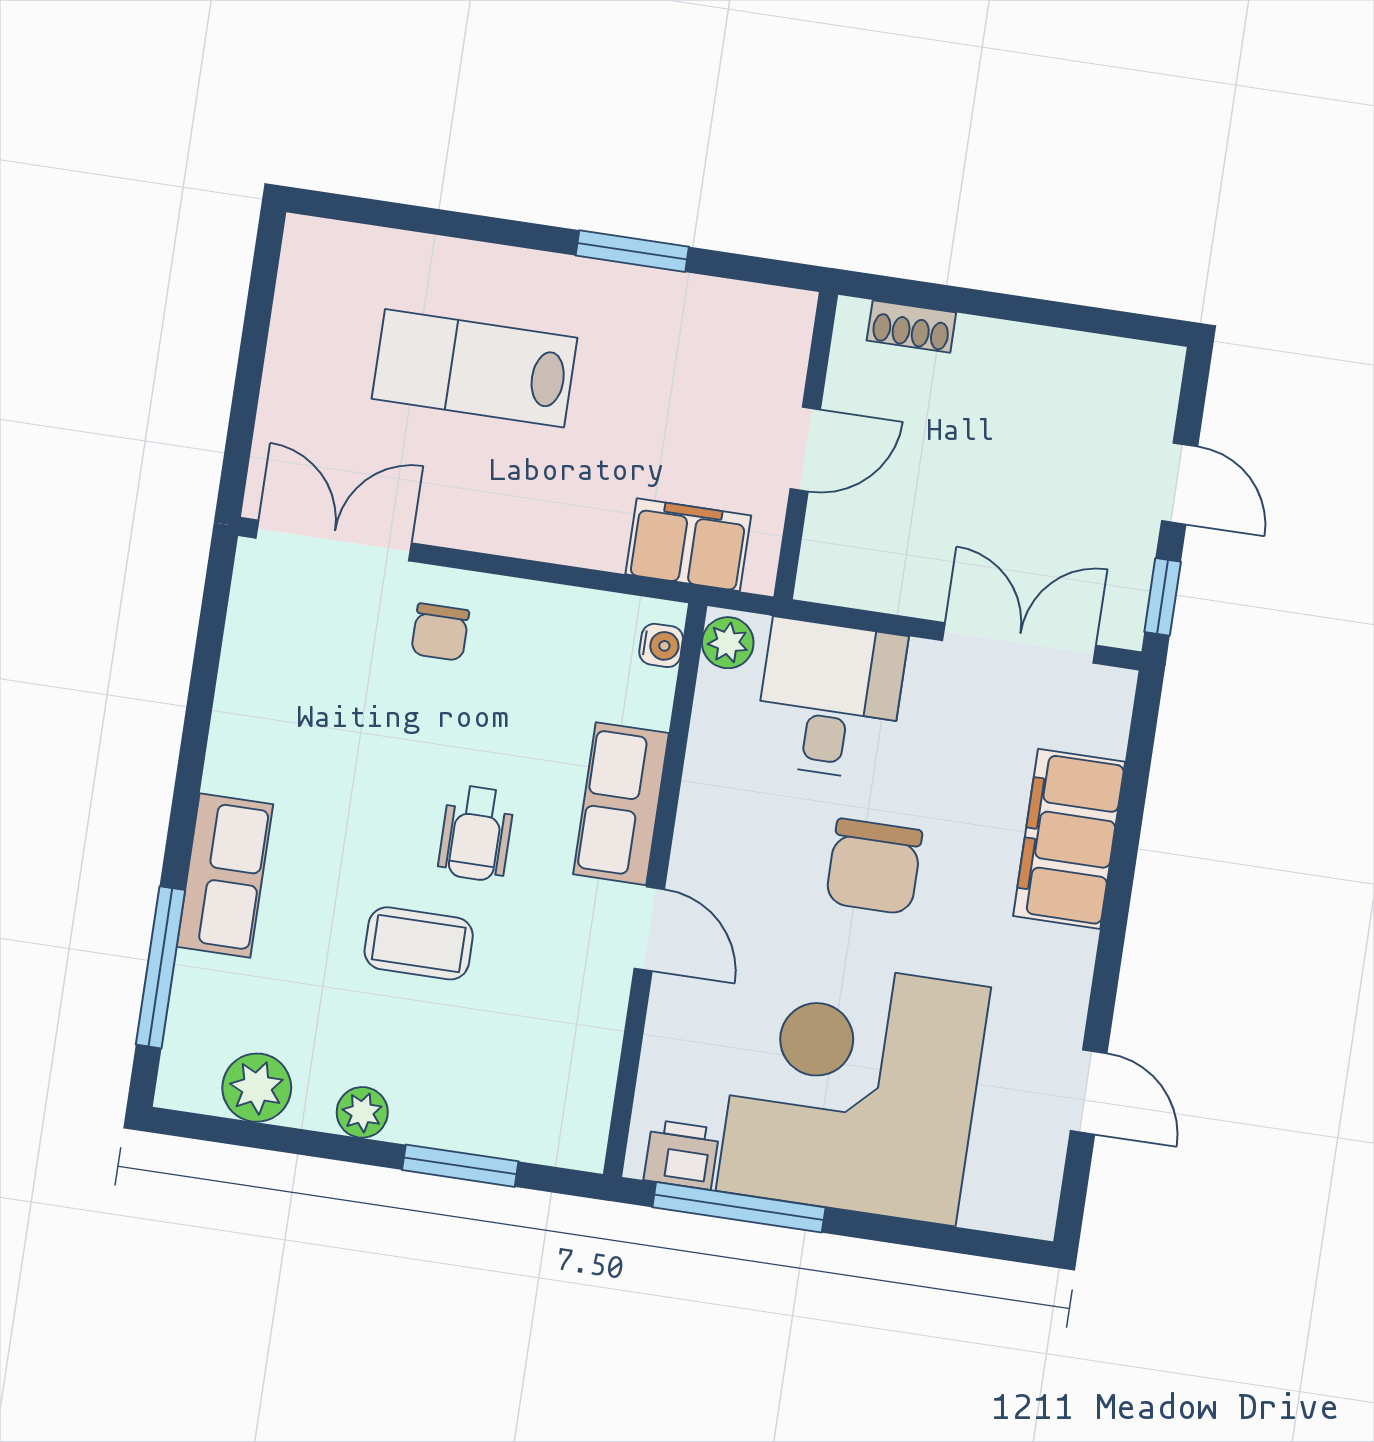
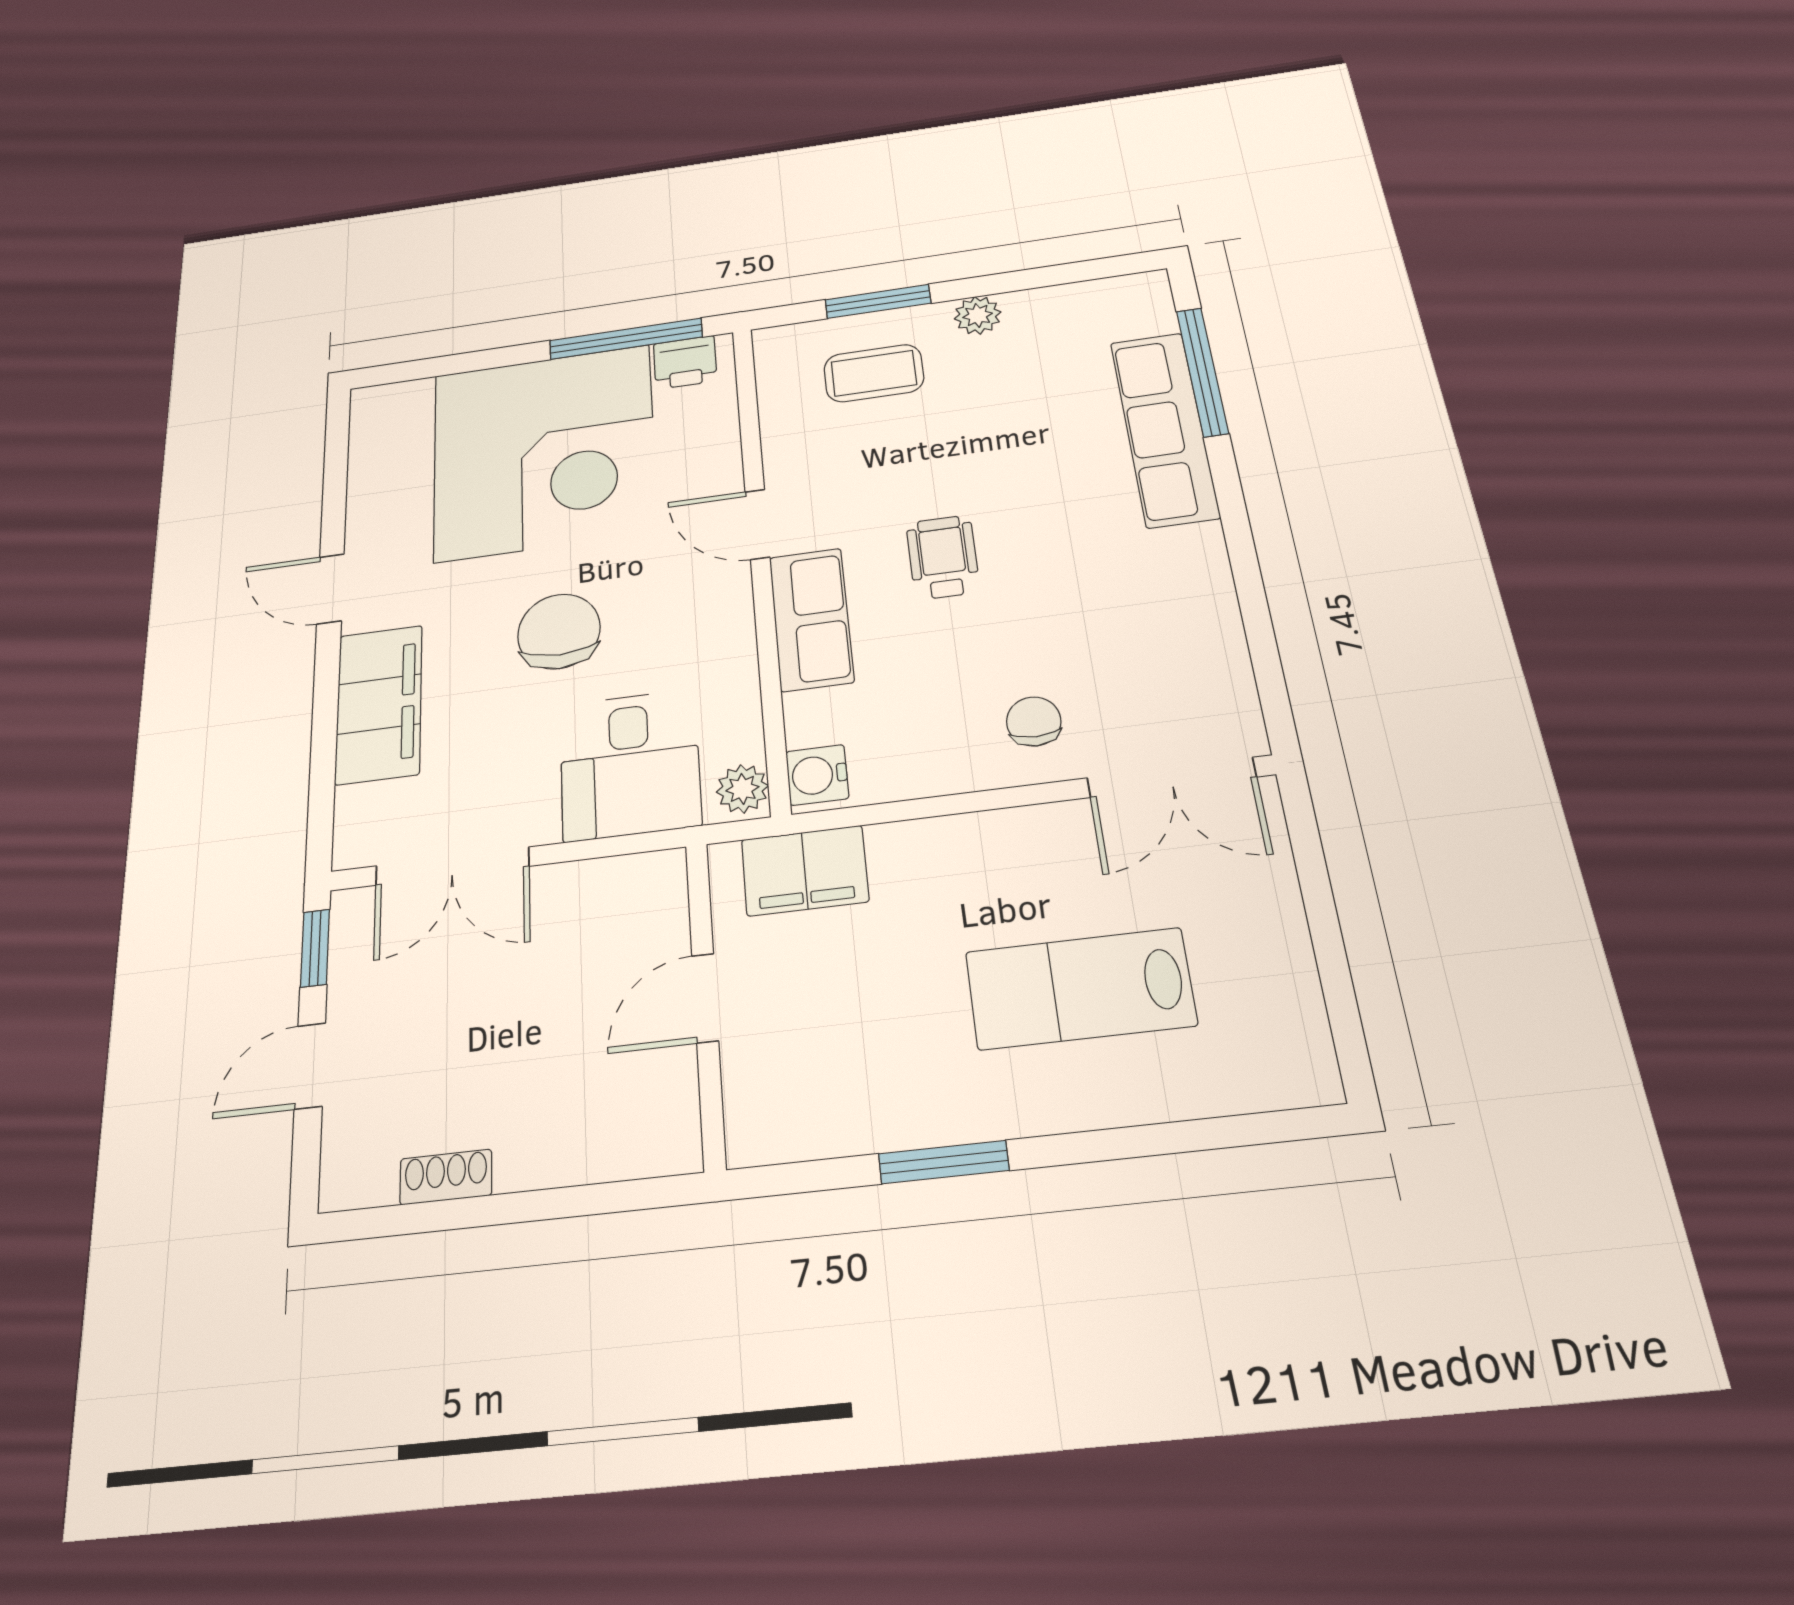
shoe rack: (911, 327) -> (446, 1177), moved
lab bench: (475, 368) -> (1080, 989), turned 180
door: (1180, 484) -> (310, 1066), hinge flipped
water cooler: (661, 645) -> (817, 775), width x1.38, depth x1.38
row of seats: (225, 875) -> (1164, 429), width x1.48
coffee table: (419, 943) -> (874, 373), moved
plant: (257, 1088) -> (1079, 307), removed
door: (1089, 1092) -> (330, 589), moved

